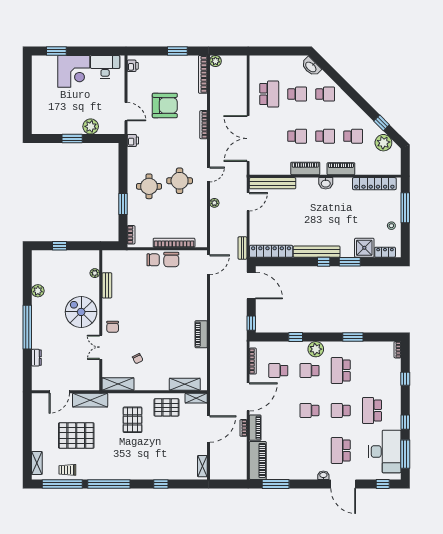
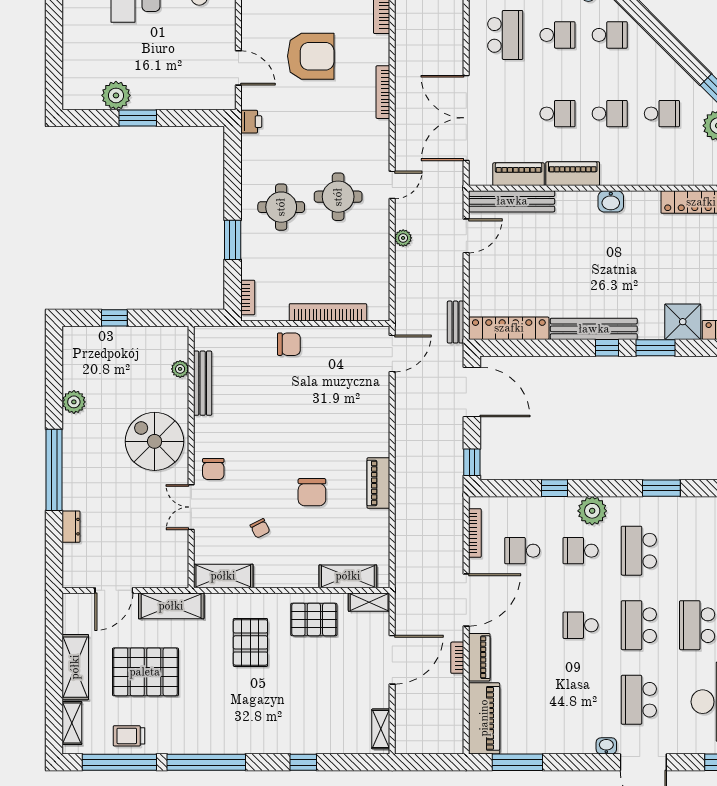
plant: (91, 126) -> (116, 95), moved
piano: (341, 169) -> (519, 174), moved
chair: (171, 260) -> (312, 492), moved
bench: (107, 285) -> (203, 383), width x1.36
school desk: (341, 411) -> (639, 625), width x1.85
shelving: (39, 433) -> (75, 667), added

